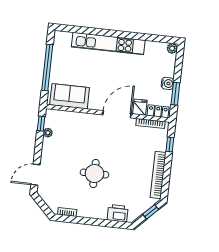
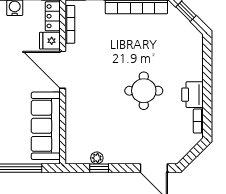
sofa: (70, 96) -> (46, 126), width x1.36
window: (41, 124) -> (99, 168), moved
printer: (118, 213) -> (193, 95), moved

